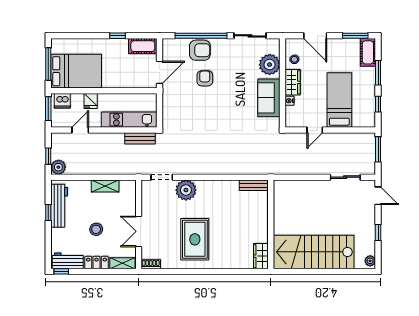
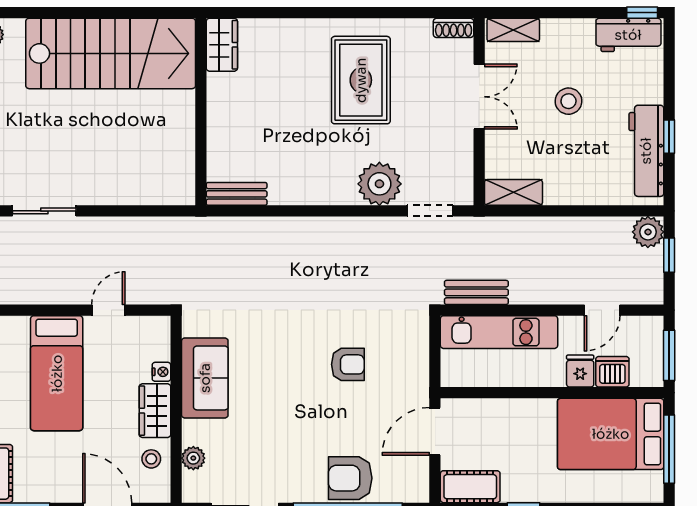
plant: (270, 65) -> (193, 458), width x0.53, depth x0.53
armchair: (205, 78) -> (348, 364), moved, turned -90
dishwasher: (62, 101) -> (612, 372), moved
shelving: (105, 186) -> (513, 192), moved
locker: (96, 262) -> (568, 31), removed

